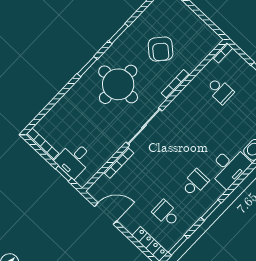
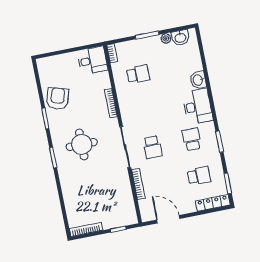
armchair: (161, 49) -> (58, 99), moved, turned -115
round table: (118, 84) -> (82, 144), width x0.73, depth x0.73
school desk: (162, 152) -> (152, 147), added
desk: (74, 160) -> (92, 60), moved, turned -90
school desk: (166, 213) -> (199, 176), turned 180
door: (106, 214) -> (168, 219), hinge flipped

